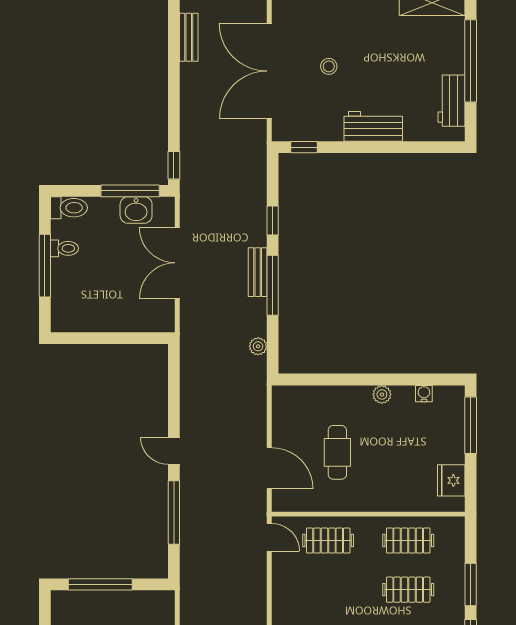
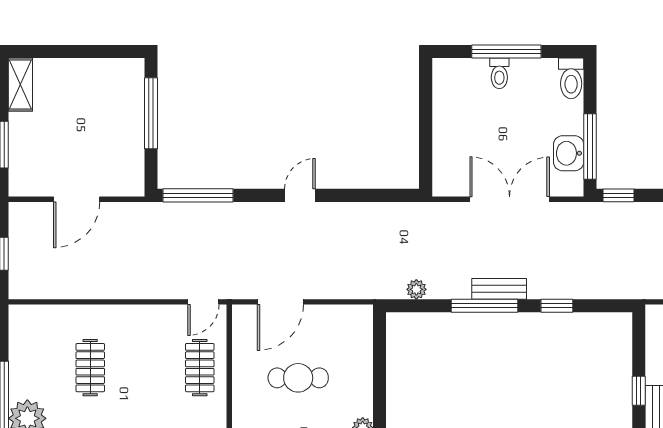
window: (304, 147) -> (639, 391), moved
toilet: (65, 248) -> (499, 73), moved
window: (174, 512) -> (198, 195), moved

